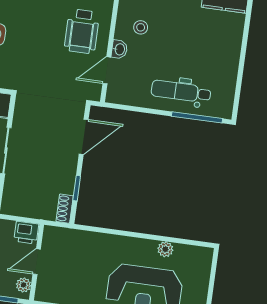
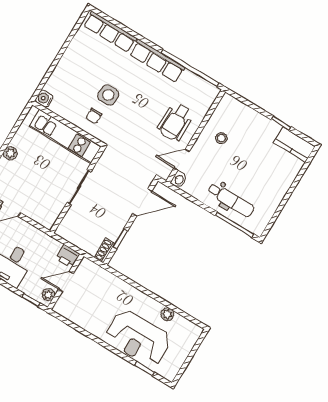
washbasin: (119, 49) -> (179, 180), moved
dental chair: (181, 92) -> (231, 200), turned 180

